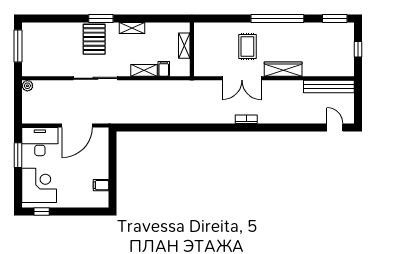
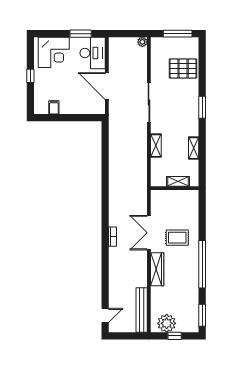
shelving: (132, 28) -> (194, 148), moved
pallet: (94, 39) -> (183, 68), moved
plant: (344, 58) -> (167, 323), added
filing cabinet: (164, 69) -> (157, 163), removed
window: (42, 212) -> (30, 76), moved

